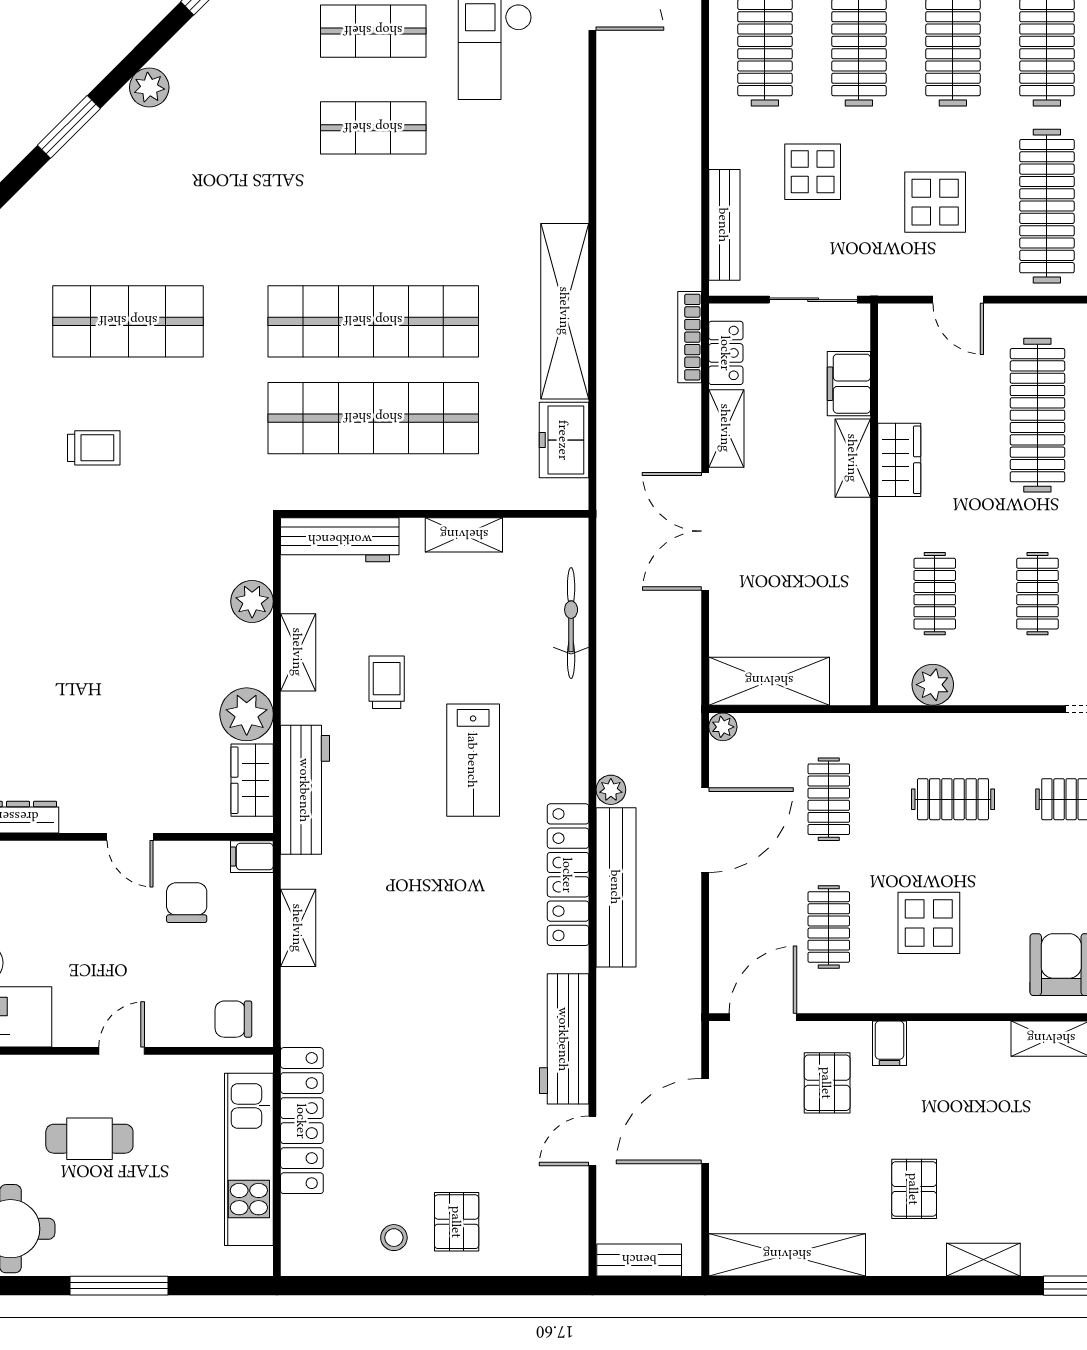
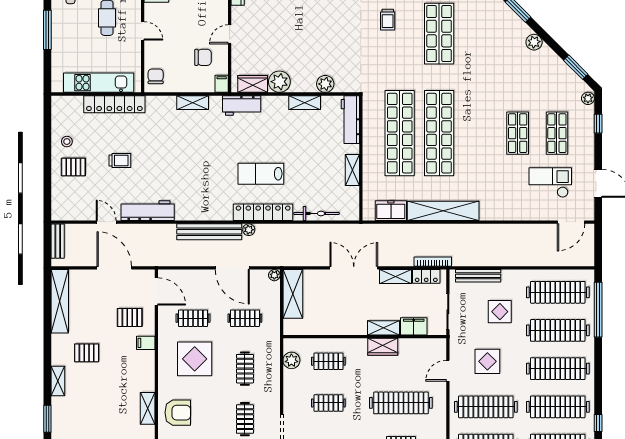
trolley: (387, 682) -> (120, 160), moved
workbench: (305, 790) -> (242, 105), width x0.73
locker: (568, 875) -> (263, 212), moved
display table: (929, 923) -> (195, 359), width x1.36, depth x1.36

